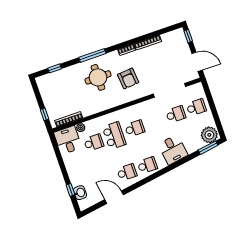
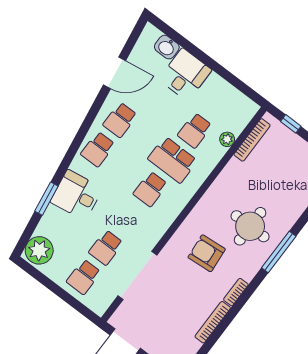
desk: (68, 140) -> (185, 75), moved, turned -90
window: (208, 148) -> (46, 199), moved
window: (70, 190) -> (183, 42), removed

